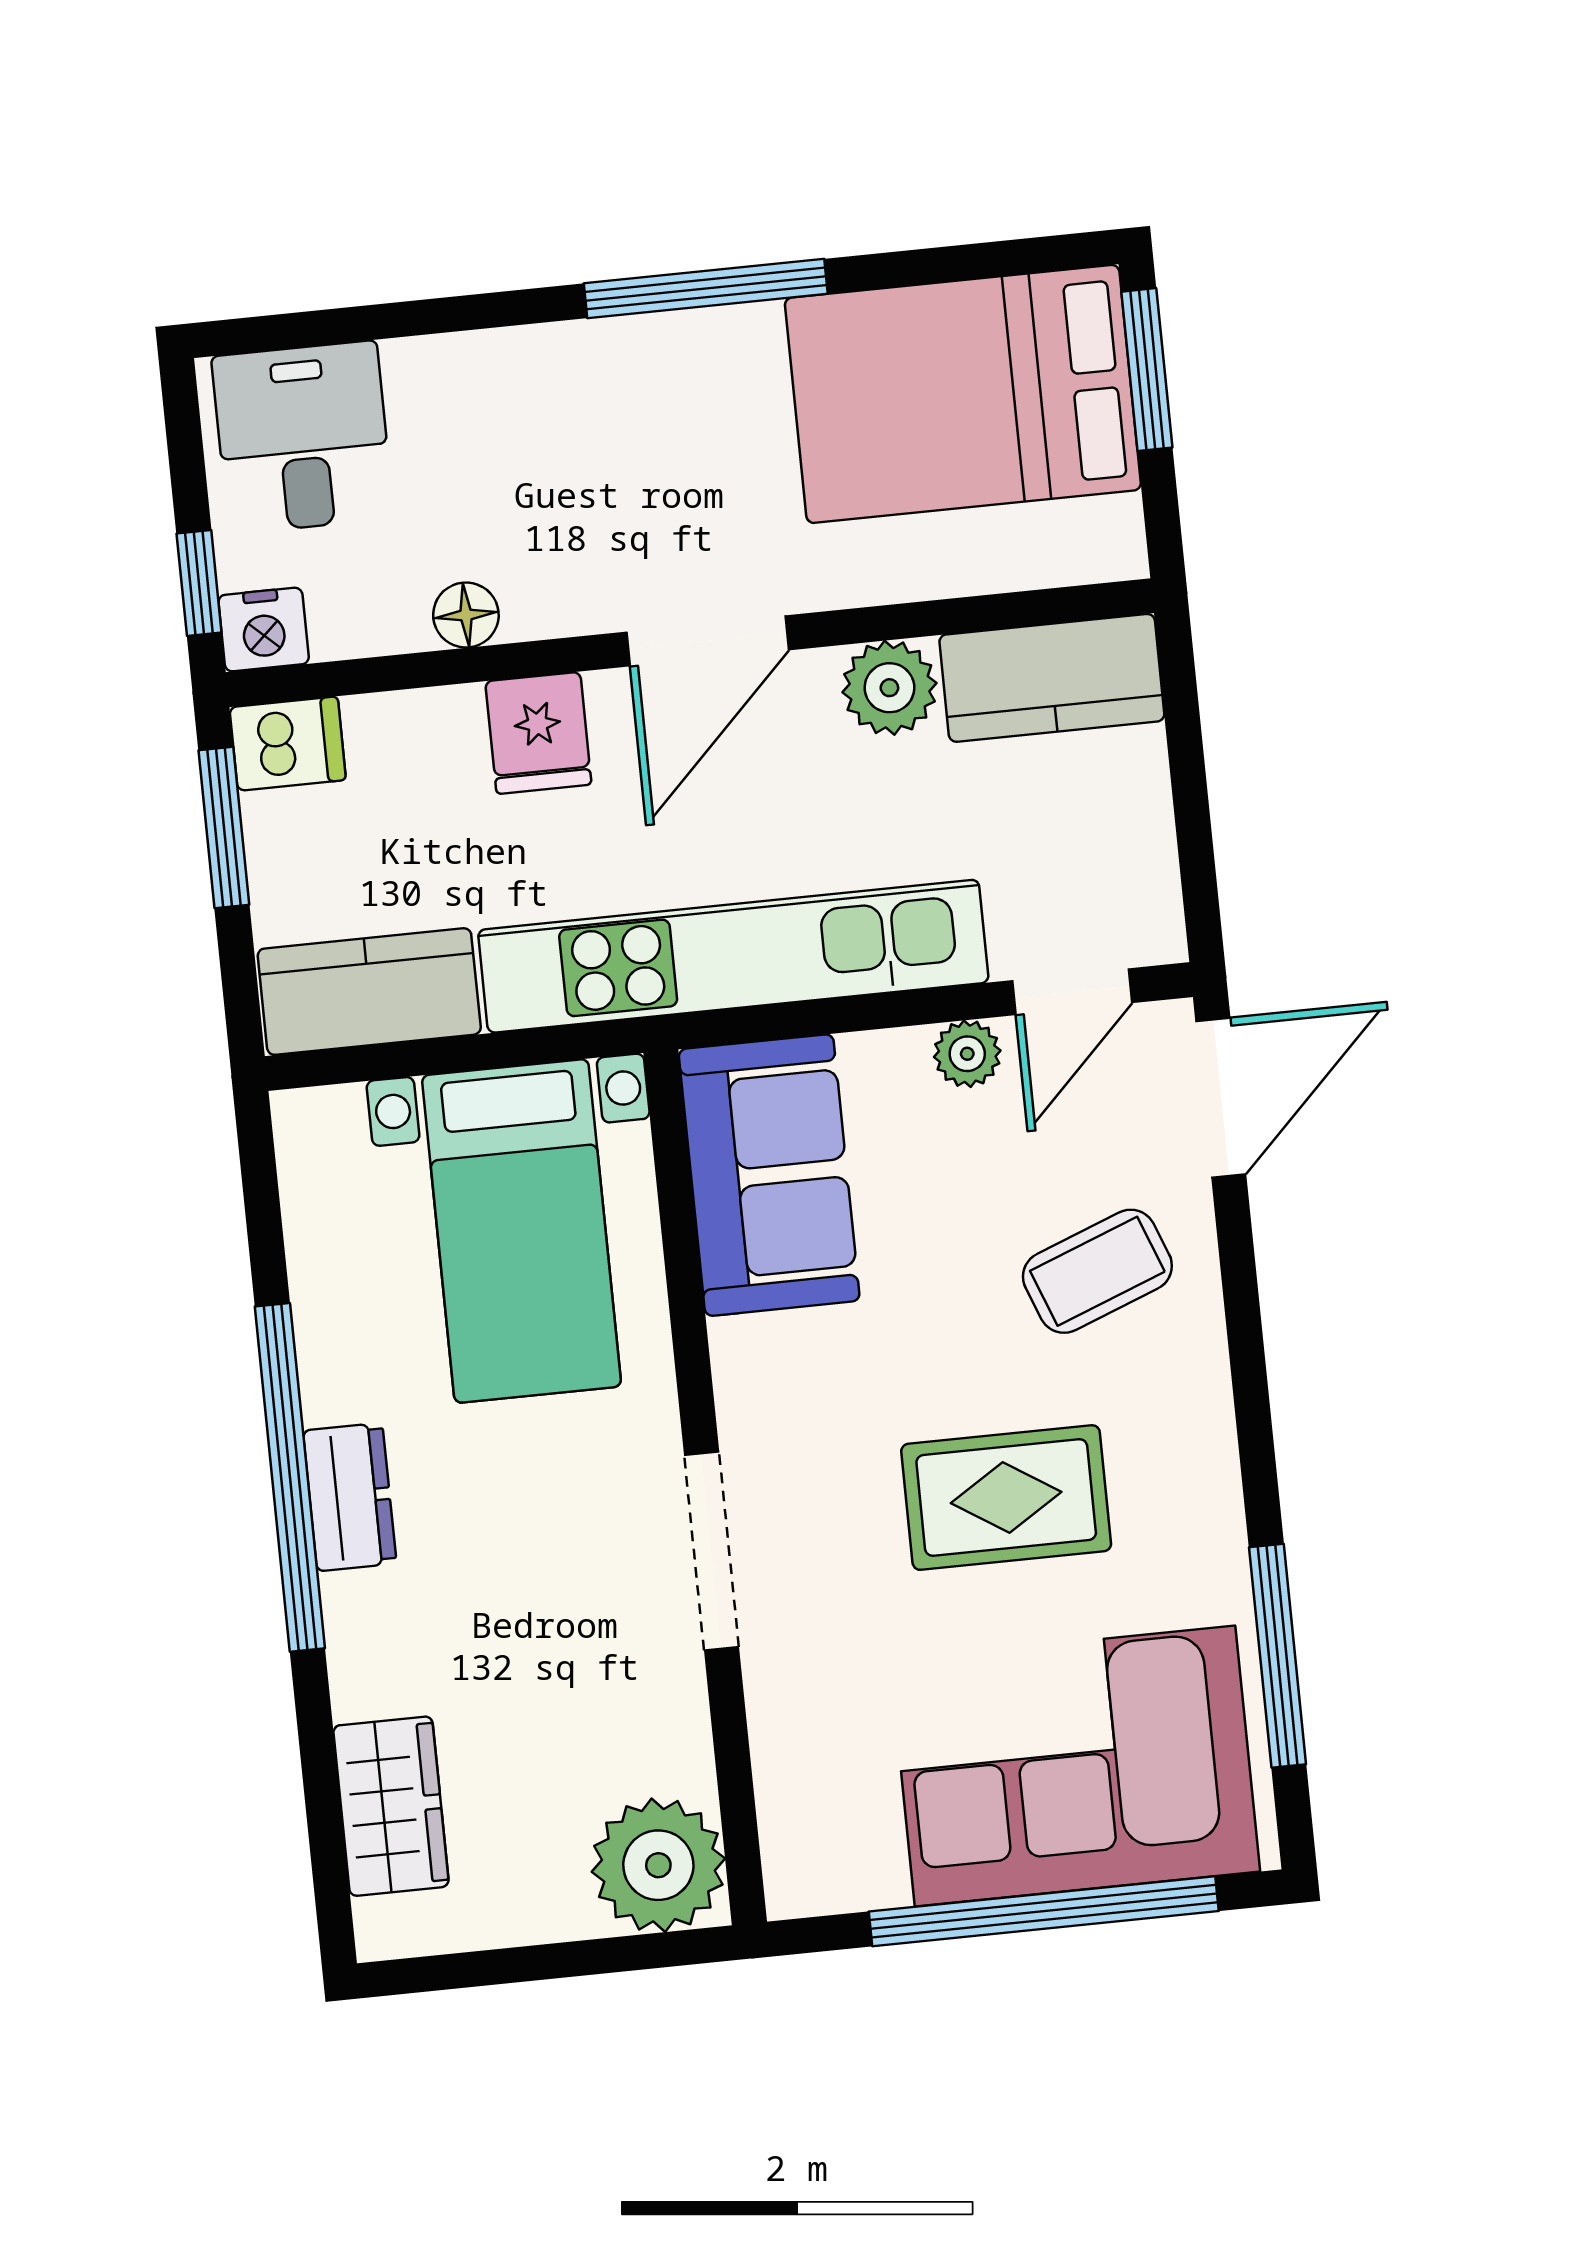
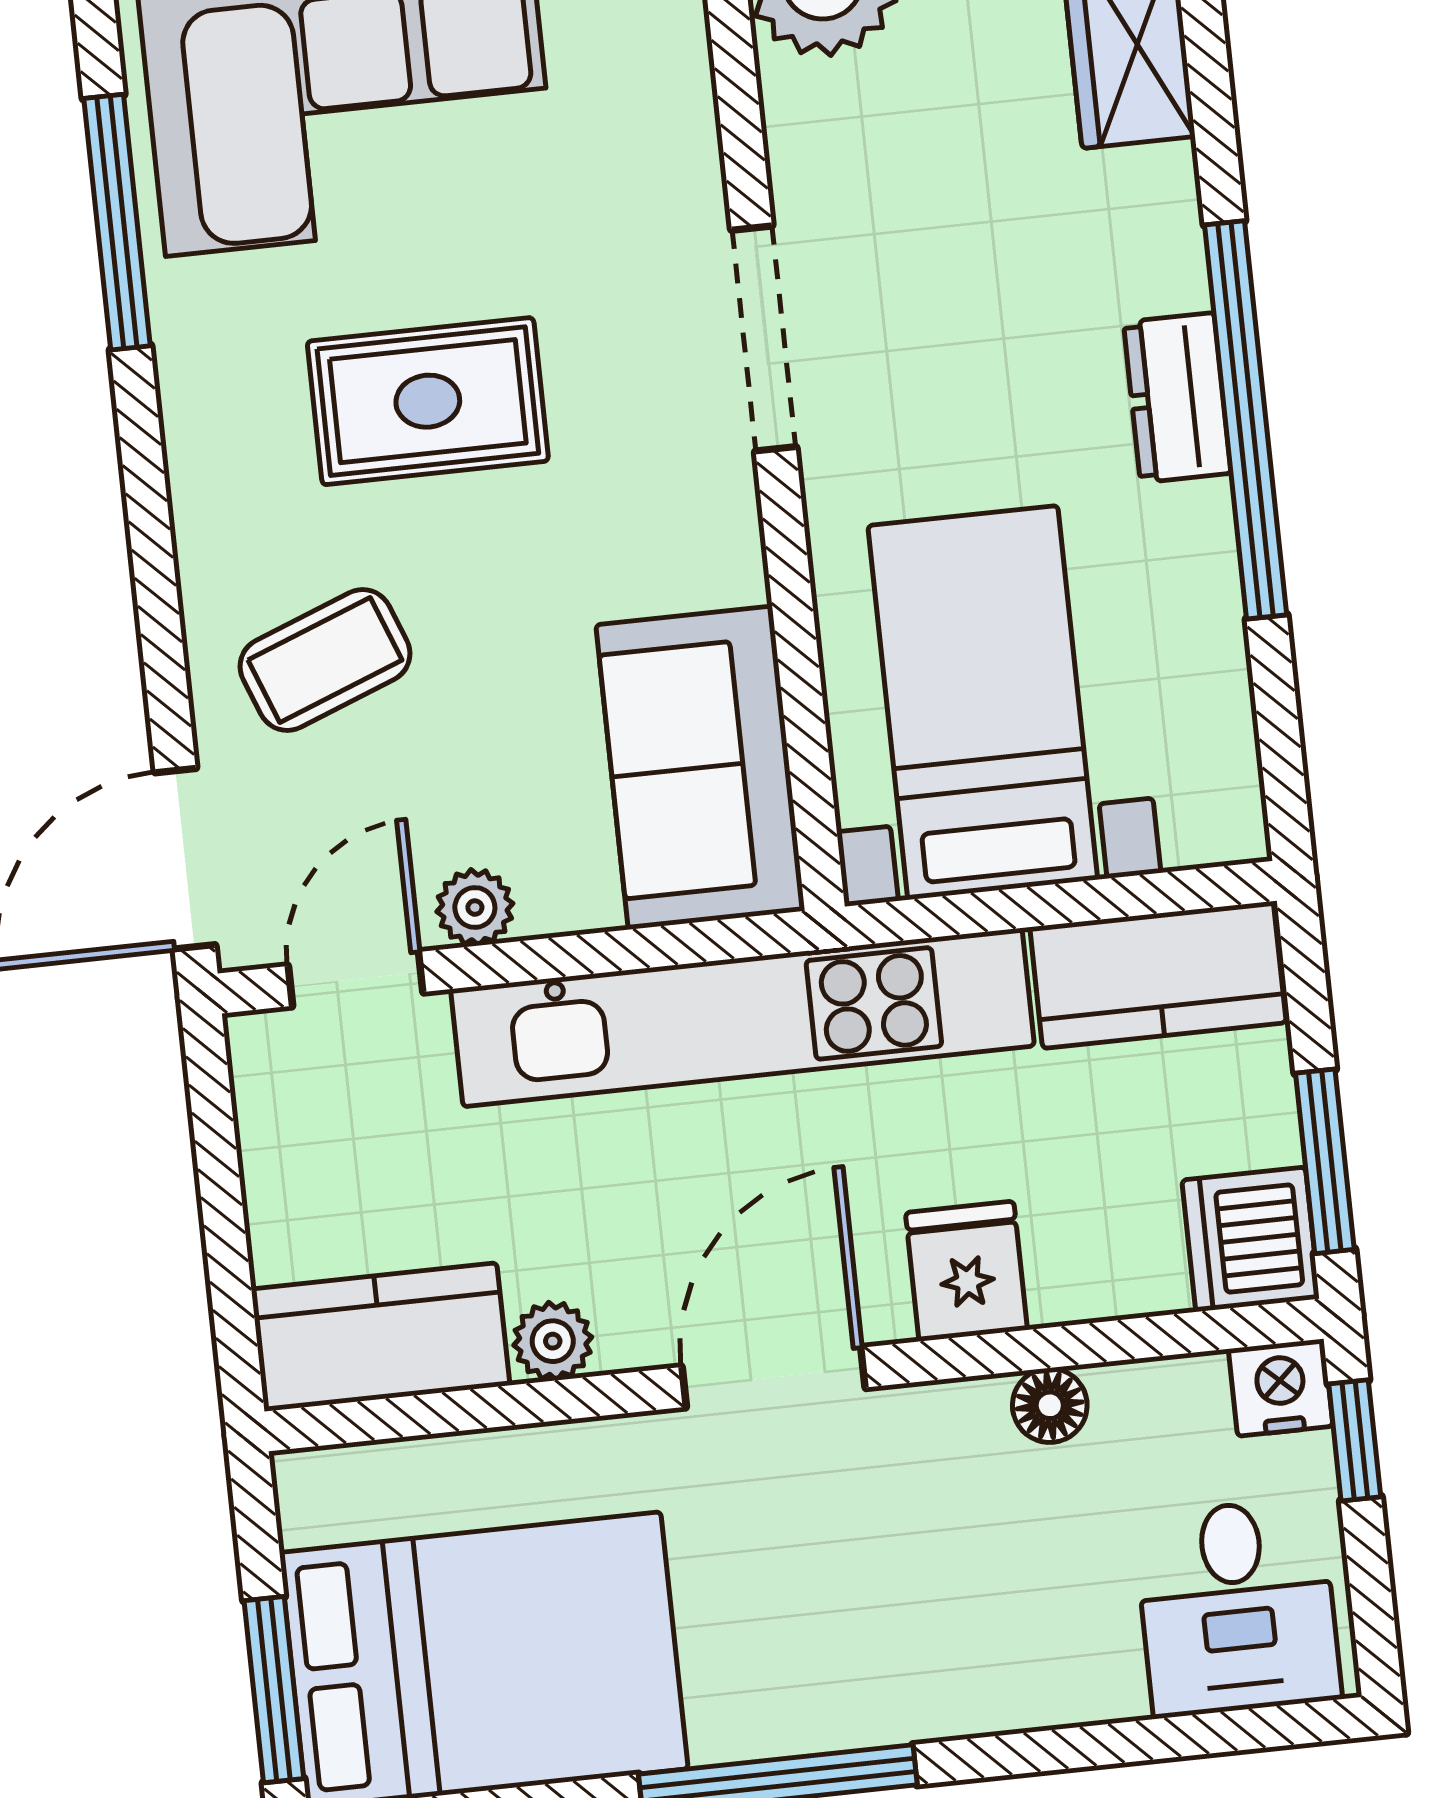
plant: (889, 688) -> (553, 1341), width x0.73, depth x0.73
dishwasher: (288, 744) -> (1251, 1239), width x1.38

